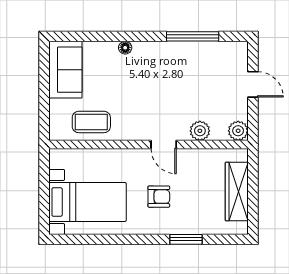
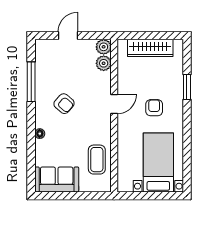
armchair: (164, 79) -> (64, 104), added
plant: (200, 131) -> (104, 63), moved

